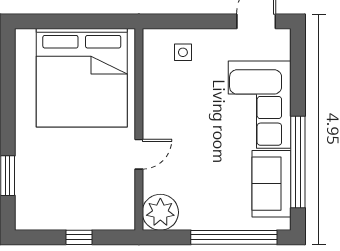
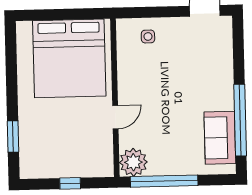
corner sofa: (260, 105) -> (209, 76), removed
window: (234, 237) -> (164, 181), moved

